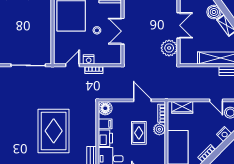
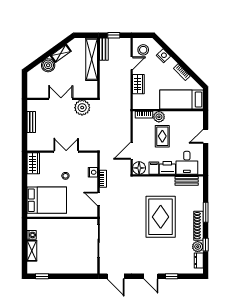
double door: (123, 31) -> (66, 152), swing flipped
nightstand: (89, 59) -> (93, 172), moved
door: (142, 100) -> (132, 151), moved
wardrobe: (182, 107) -> (138, 84), moved
rug: (54, 131) -> (161, 217), turned 90
rug: (139, 133) -> (162, 136), turned 90

